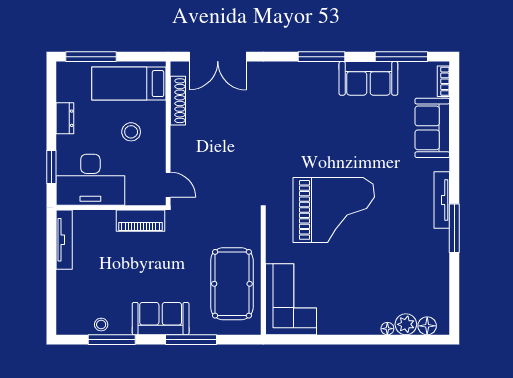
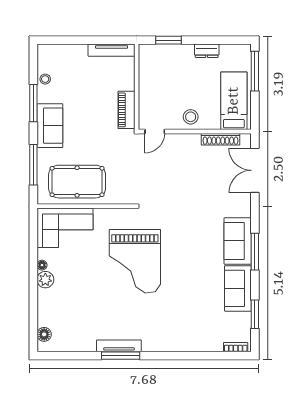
window: (401, 57) -> (255, 314), width x0.69
sofa: (432, 128) -> (238, 241), moved, turned -90
stool: (131, 132) -> (191, 117), moved
desk: (90, 180) -> (159, 71), removed
tv unit: (442, 200) -> (119, 346), moved
plant: (406, 324) -> (45, 280), moved
floor lamp: (387, 329) -> (42, 265), moved
window: (112, 340) -> (33, 103), moved
window: (191, 340) -> (33, 165), moved

